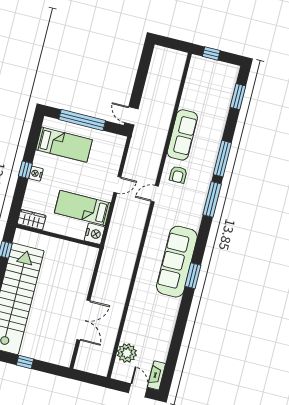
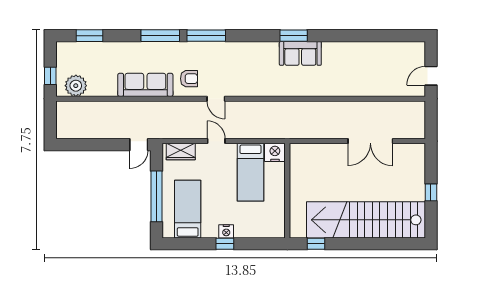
wardrobe: (32, 220) -> (181, 152), moved, turned -90
sofa: (177, 262) -> (300, 53), width x0.54, depth x0.79
double door: (83, 320) -> (370, 141), swing flipped
plant: (127, 353) -> (76, 86), moved
fireplace: (156, 375) -> (410, 48), removed
door: (138, 390) -> (431, 76), moved

